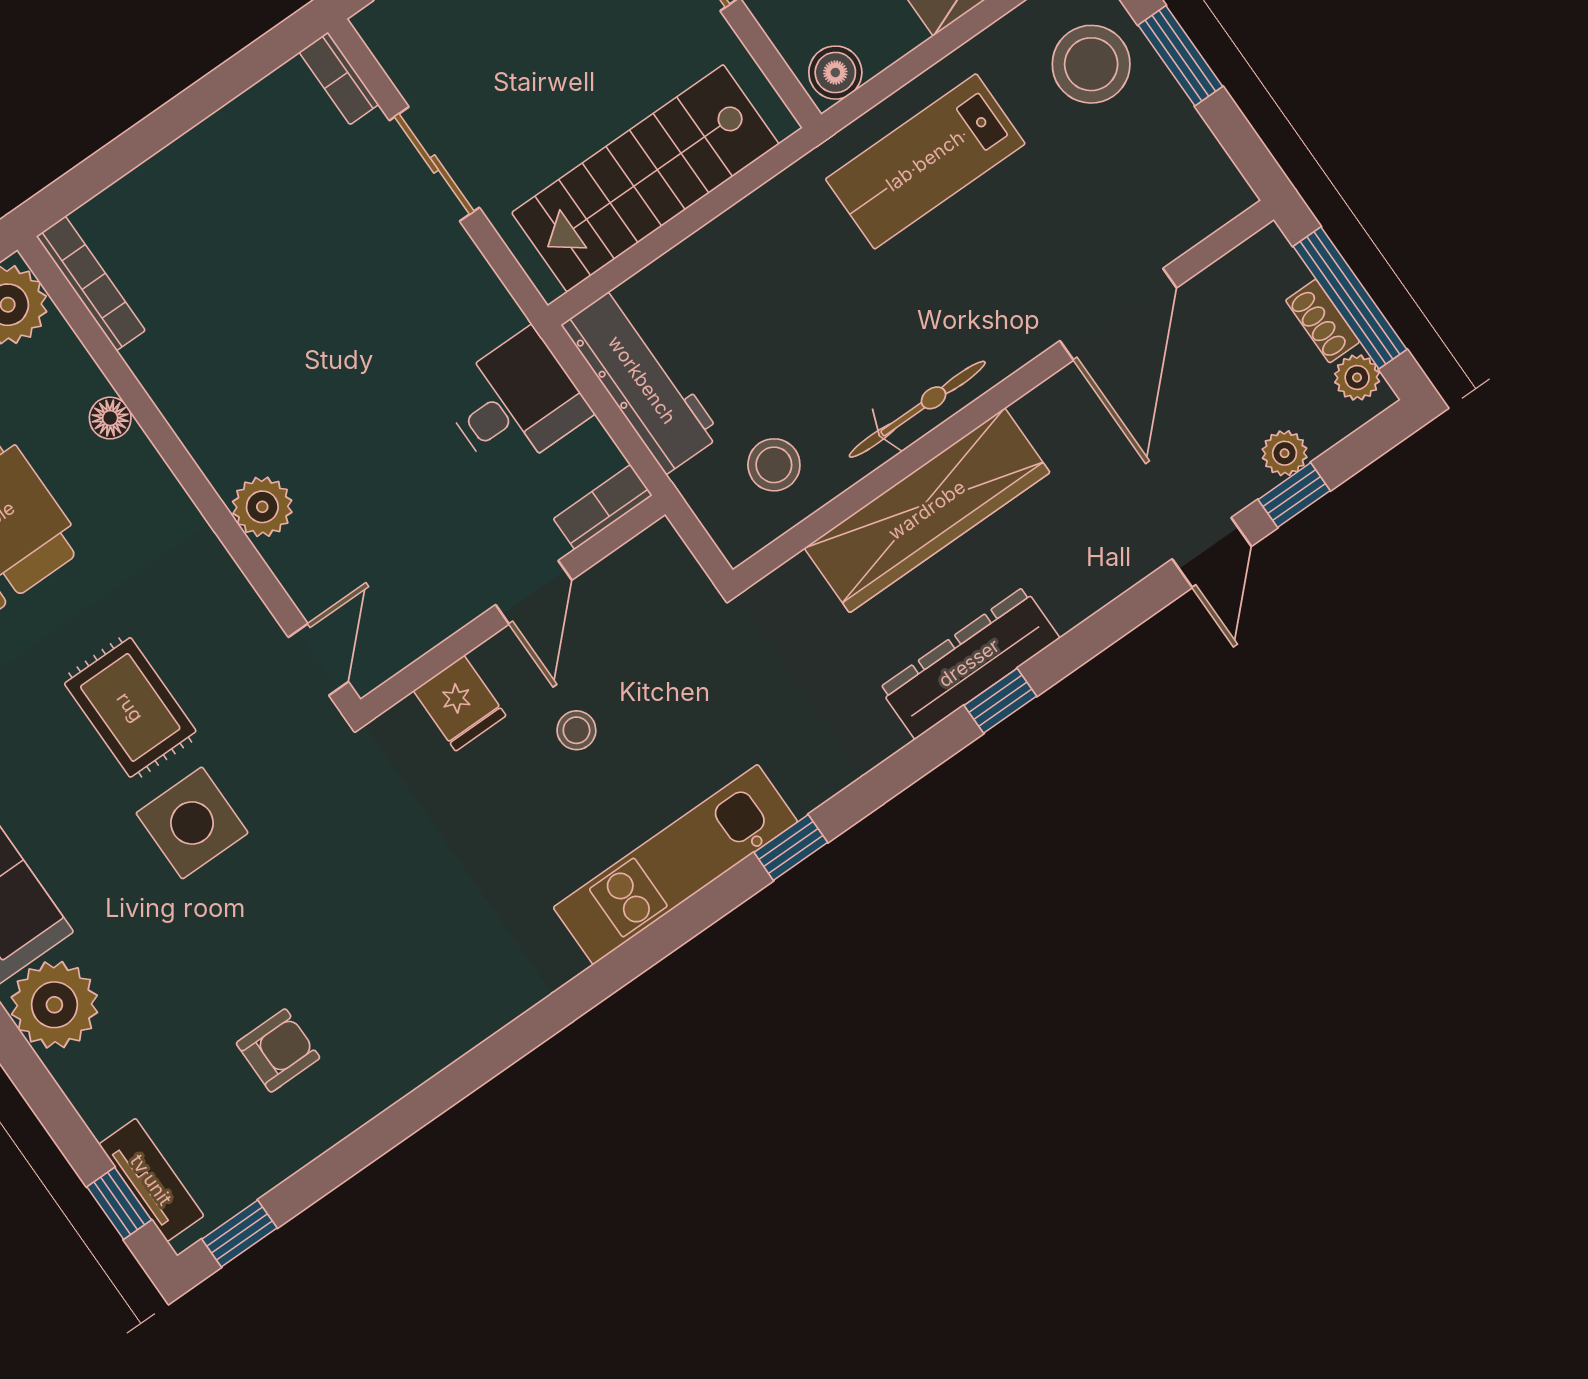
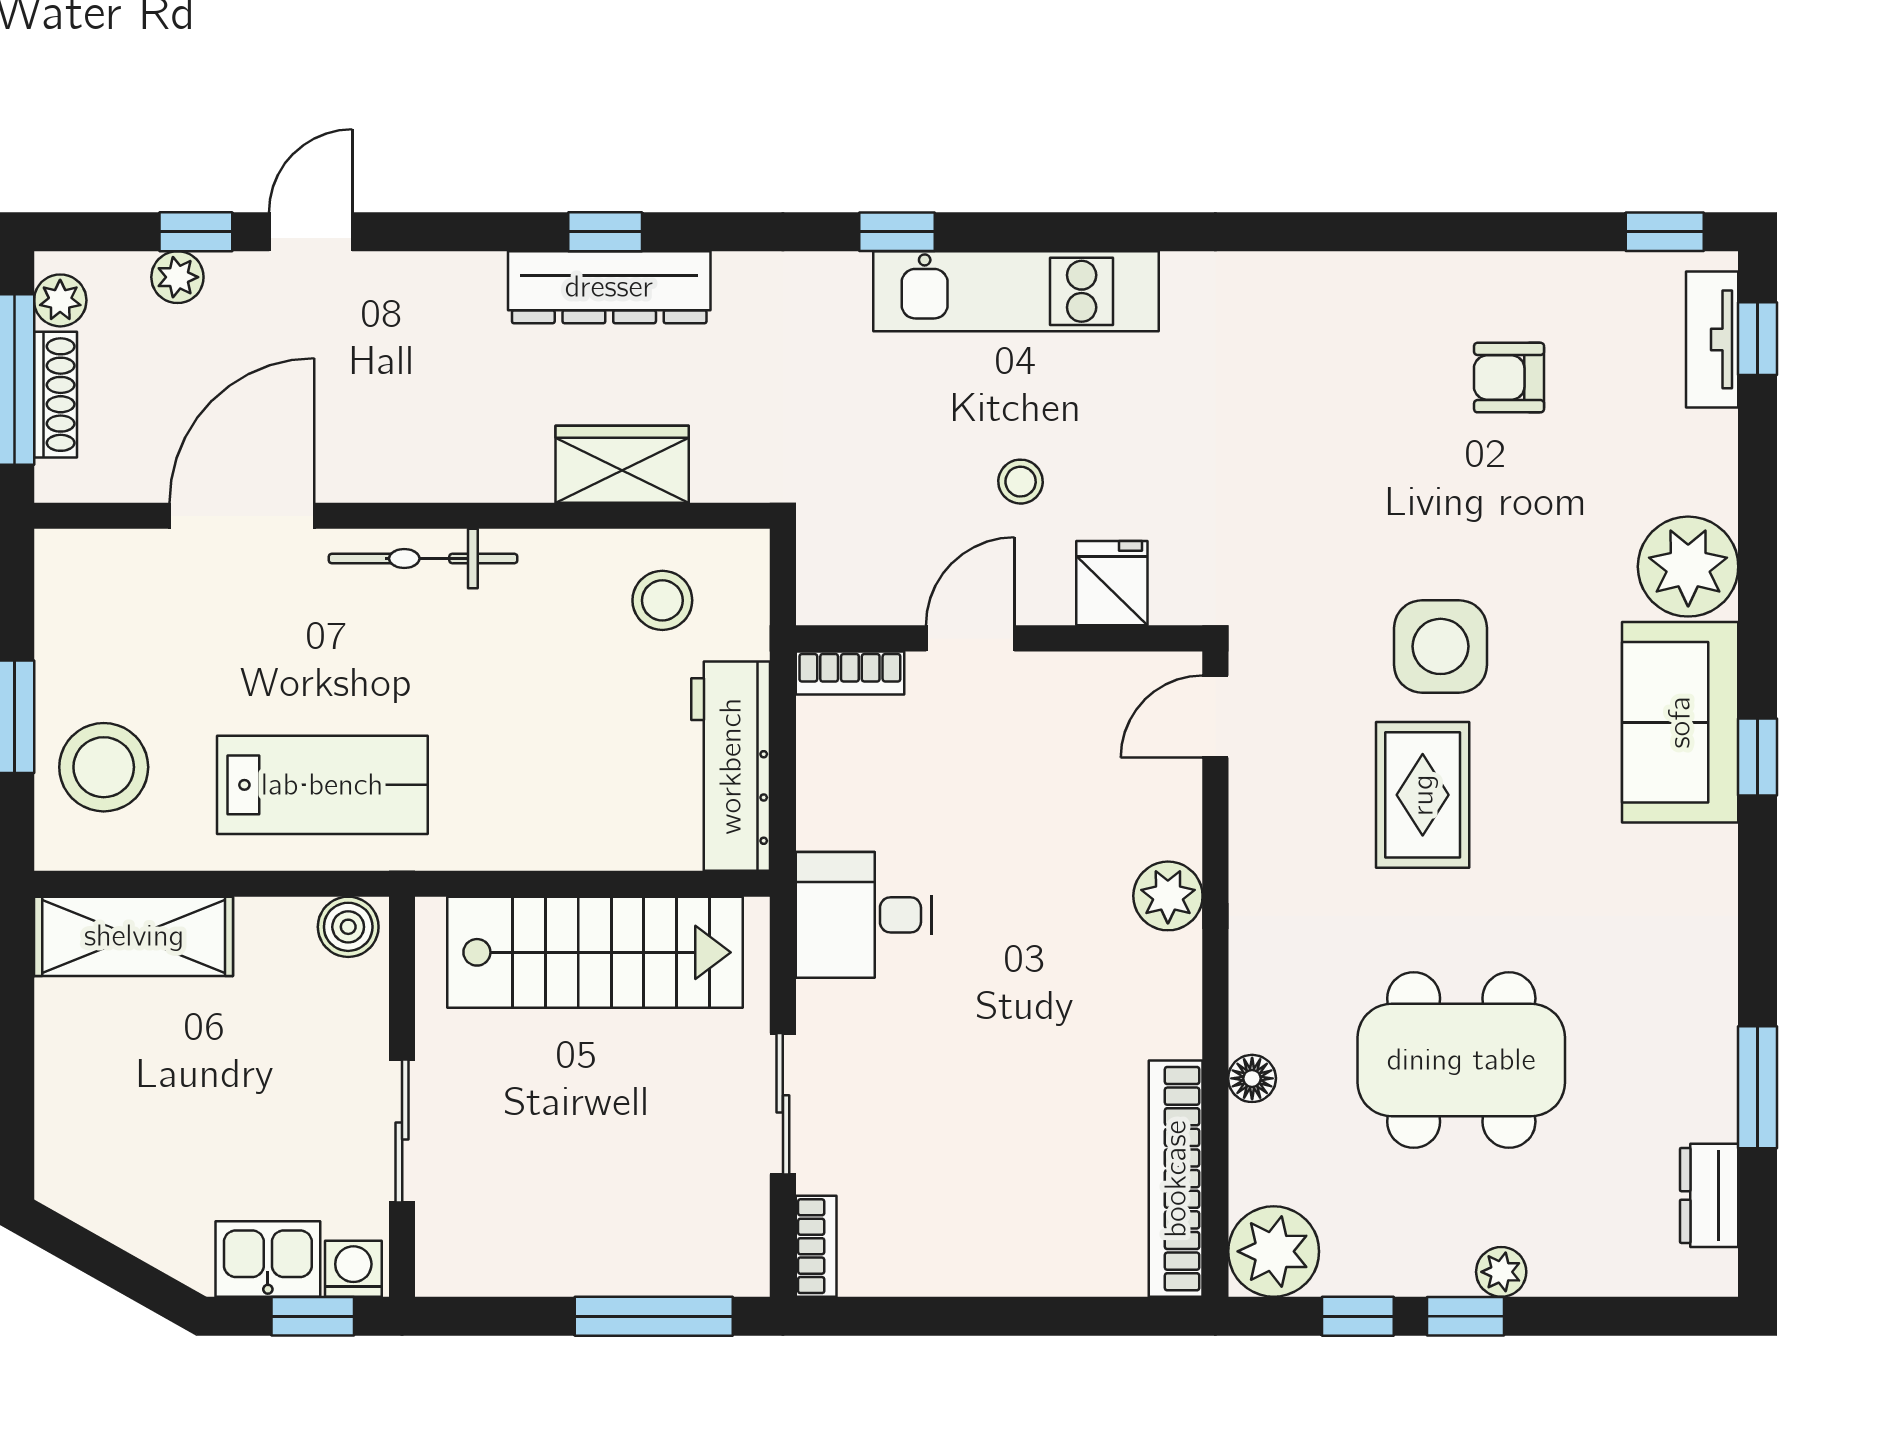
bookcase: (91, 283) -> (1176, 1179), width x1.48, depth x1.31
shoe rack: (1323, 321) -> (55, 395), width x1.43
desk: (515, 403) -> (864, 915), moved
bicycle: (917, 409) -> (423, 558), moved
wardrobe: (927, 510) -> (622, 464), width x0.48, depth x0.85

